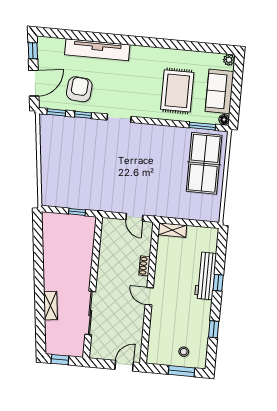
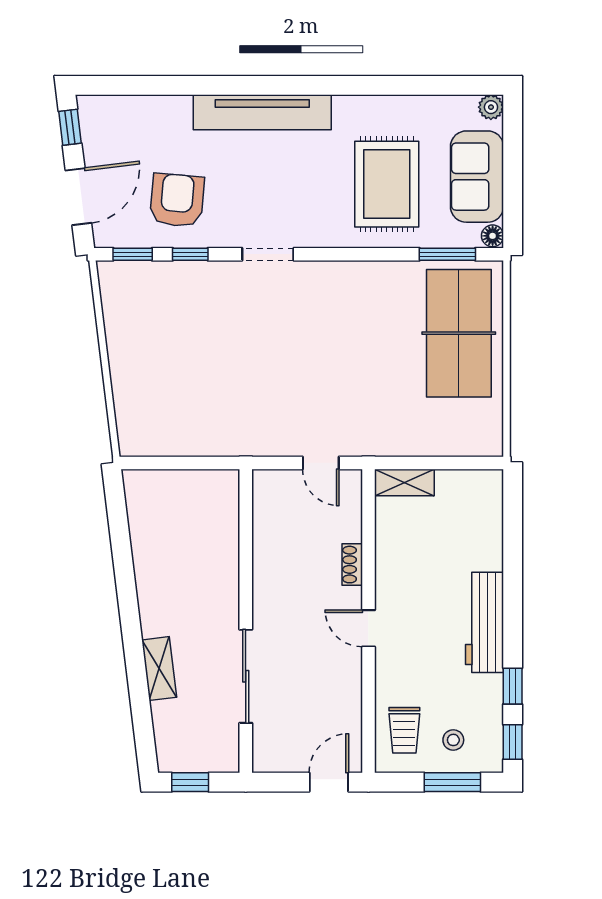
tv unit: (97, 50) -> (262, 112), moved
window: (77, 212) -> (197, 463), removed
workbench: (206, 276) -> (485, 622), moved
window: (218, 283) -> (513, 742), moved
trolley: (161, 345) -> (404, 730), added

